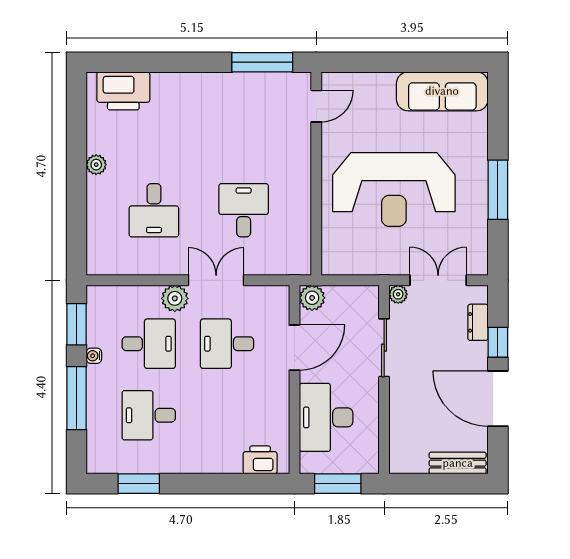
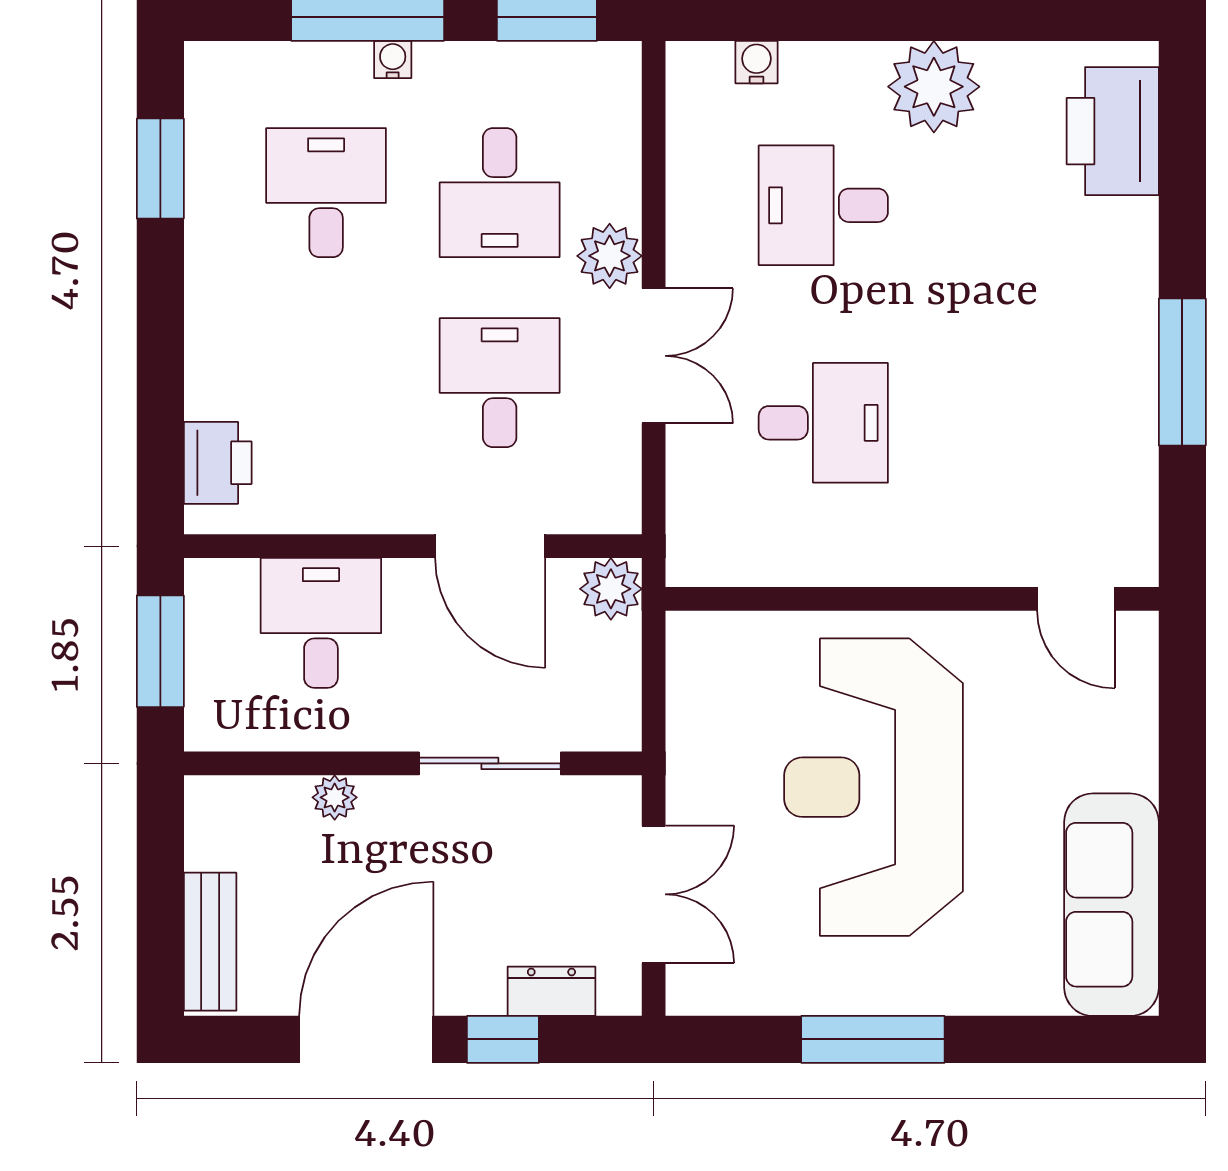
window: (262, 62) -> (1182, 372), moved
plant: (96, 165) -> (934, 87), width x1.87, depth x1.87
water cooler: (95, 238) -> (756, 62), added
plant: (398, 294) -> (335, 797), moved
water cooler: (94, 356) -> (393, 60), moved
desk: (326, 417) -> (321, 623), width x0.73

